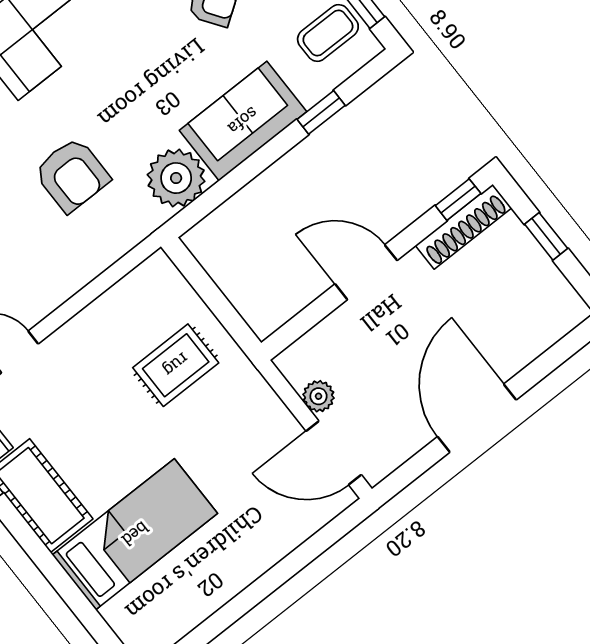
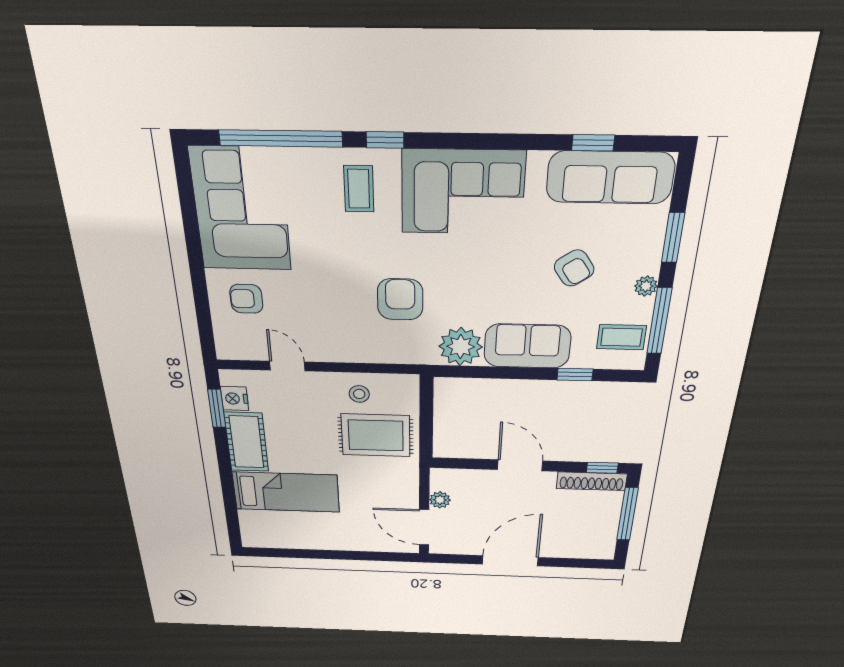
armchair: (72, 175) -> (400, 299), turned 180
window: (546, 236) -> (627, 514), width x2.17
stool: (117, 325) -> (359, 394), added
rug: (176, 365) -> (376, 435), width x1.36, depth x1.43

